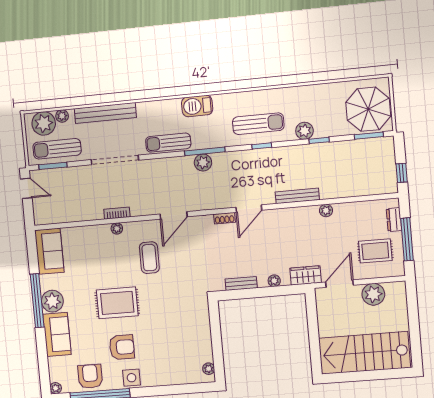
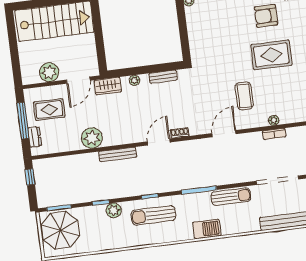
plant: (203, 162) -> (200, 180), removed
plant: (326, 210) -> (92, 138), width x1.88, depth x1.88

